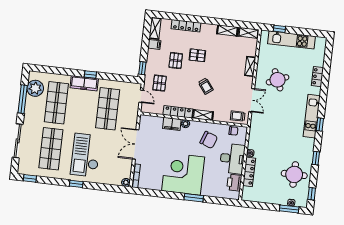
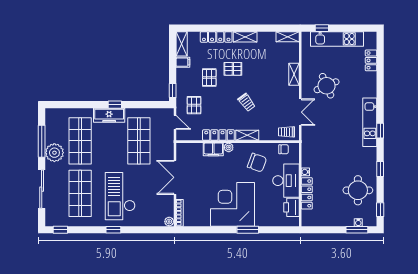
shelving: (227, 30) -> (245, 37), moved
locker: (317, 77) -> (371, 60), moved
plant: (35, 88) -> (54, 153), moved

